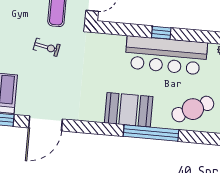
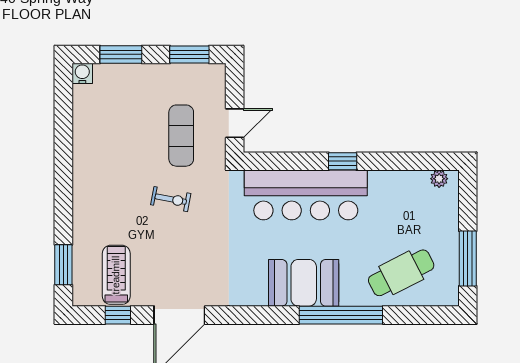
bar counter: (166, 55) -> (306, 195), moved

